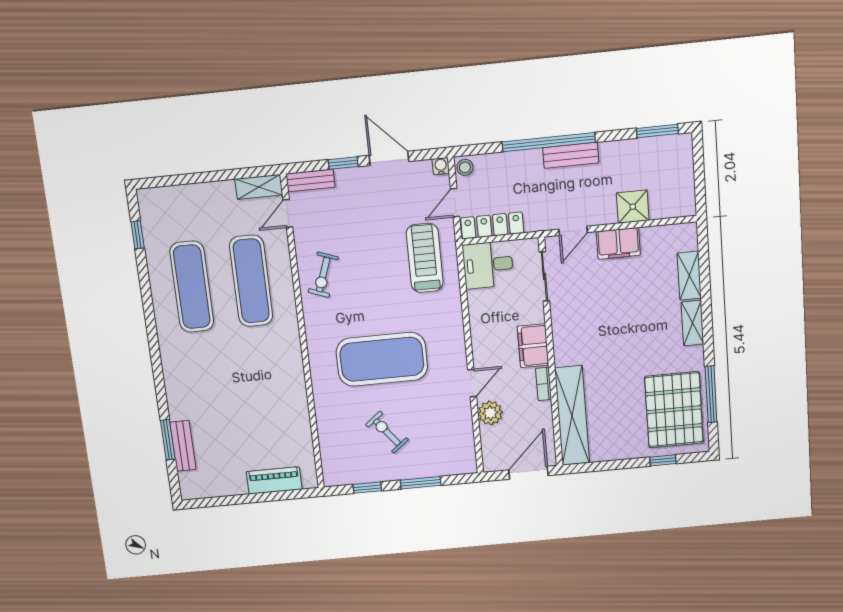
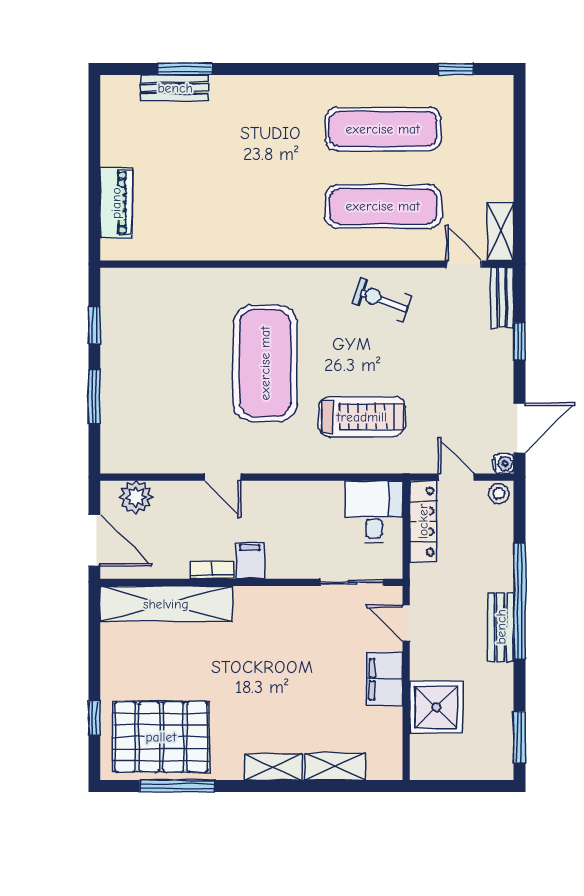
door: (389, 158) -> (519, 428), moved
shower: (633, 207) -> (436, 707), width x1.36, depth x1.36
treadmill: (425, 258) -> (362, 417), moved
filing cabinet: (533, 346) -> (250, 560), width x0.50
plant: (490, 413) -> (136, 497), moved
exercise bike: (387, 432) -> (167, 359), removed

